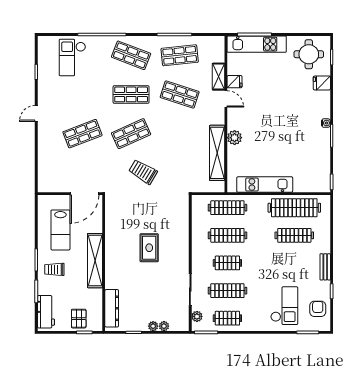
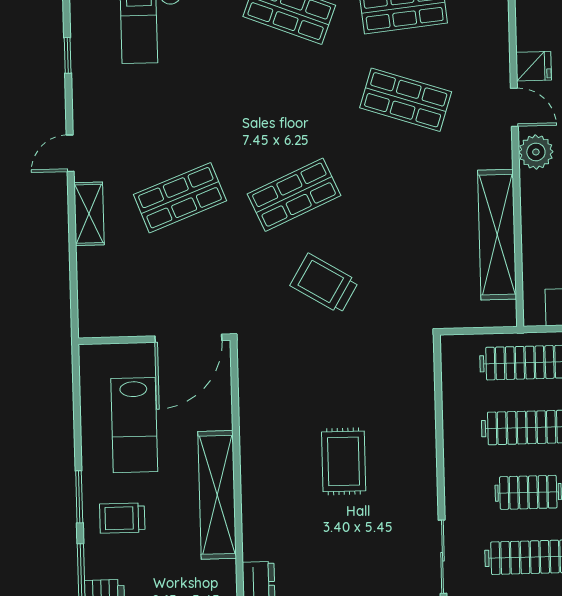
shelving: (219, 77) -> (89, 214), moved
shop shelf: (131, 94) -> (292, 103), removed
plant: (235, 138) -> (536, 152), moved

